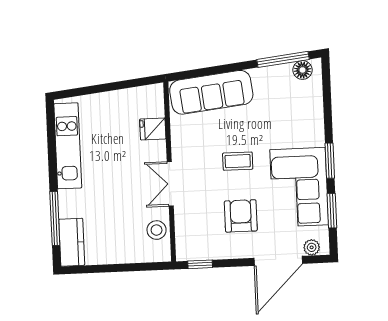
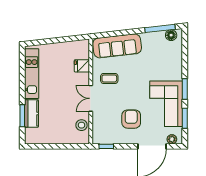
coffee table: (238, 161) -> (109, 78), moved
window: (55, 218) -> (22, 116), width x0.69
kitchen counter: (72, 242) -> (32, 113), moved

